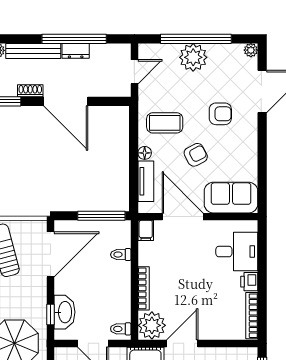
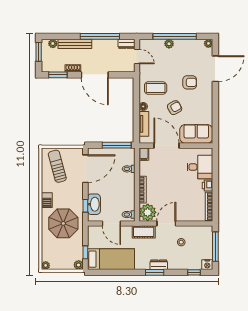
dresser: (76, 51) -> (126, 44), moved
plant: (193, 57) -> (169, 44), width x0.53, depth x0.53
door: (134, 72) -> (137, 57), hinge flipped

